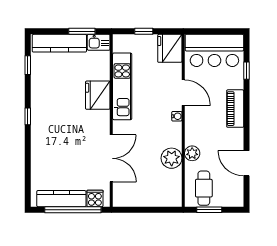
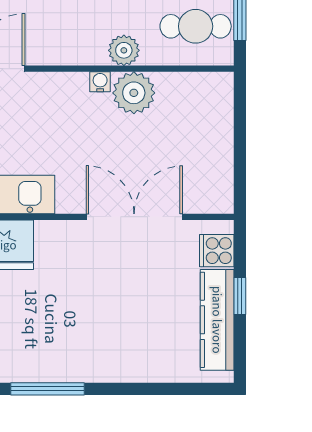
window: (28, 116) -> (48, 389), width x2.17
water cooler: (177, 116) -> (100, 82), moved
window: (73, 210) -> (240, 296), width x0.32

